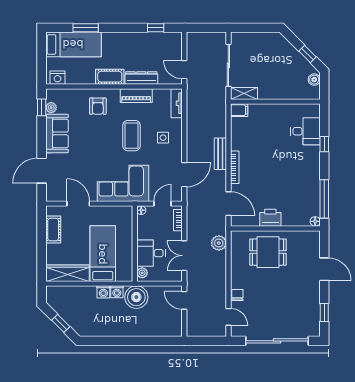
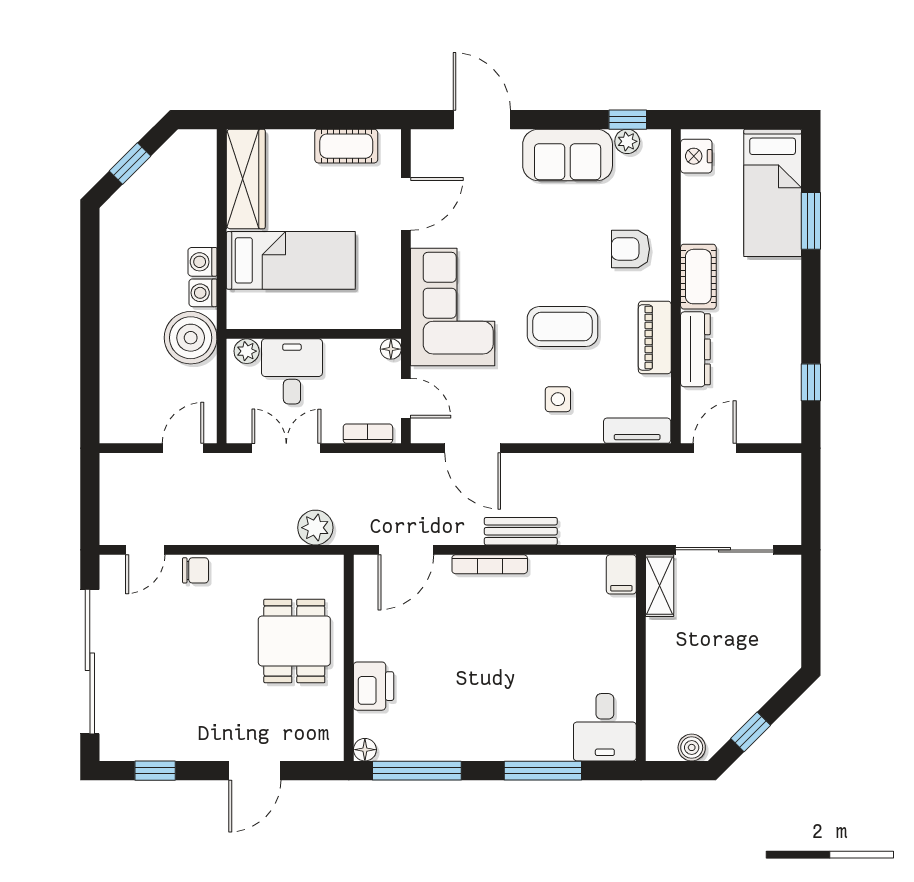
desk: (305, 131) -> (605, 727), moved
window: (324, 144) -> (543, 771), width x2.17
printer: (270, 218) -> (374, 686), moved

